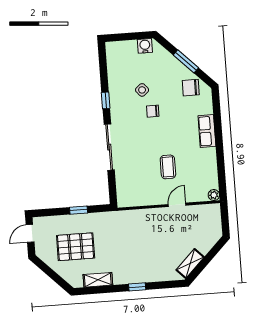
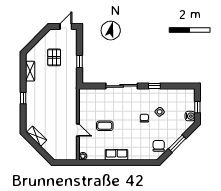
window: (131, 36) -> (197, 107), added
row of seats: (207, 131) -> (116, 155), moved
door: (30, 233) -> (66, 26), hinge flipped
pallet: (76, 247) -> (54, 57), width x0.67, depth x0.71

